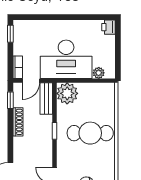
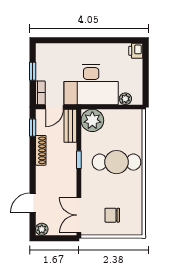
window: (10, 34) -> (33, 71), moved

